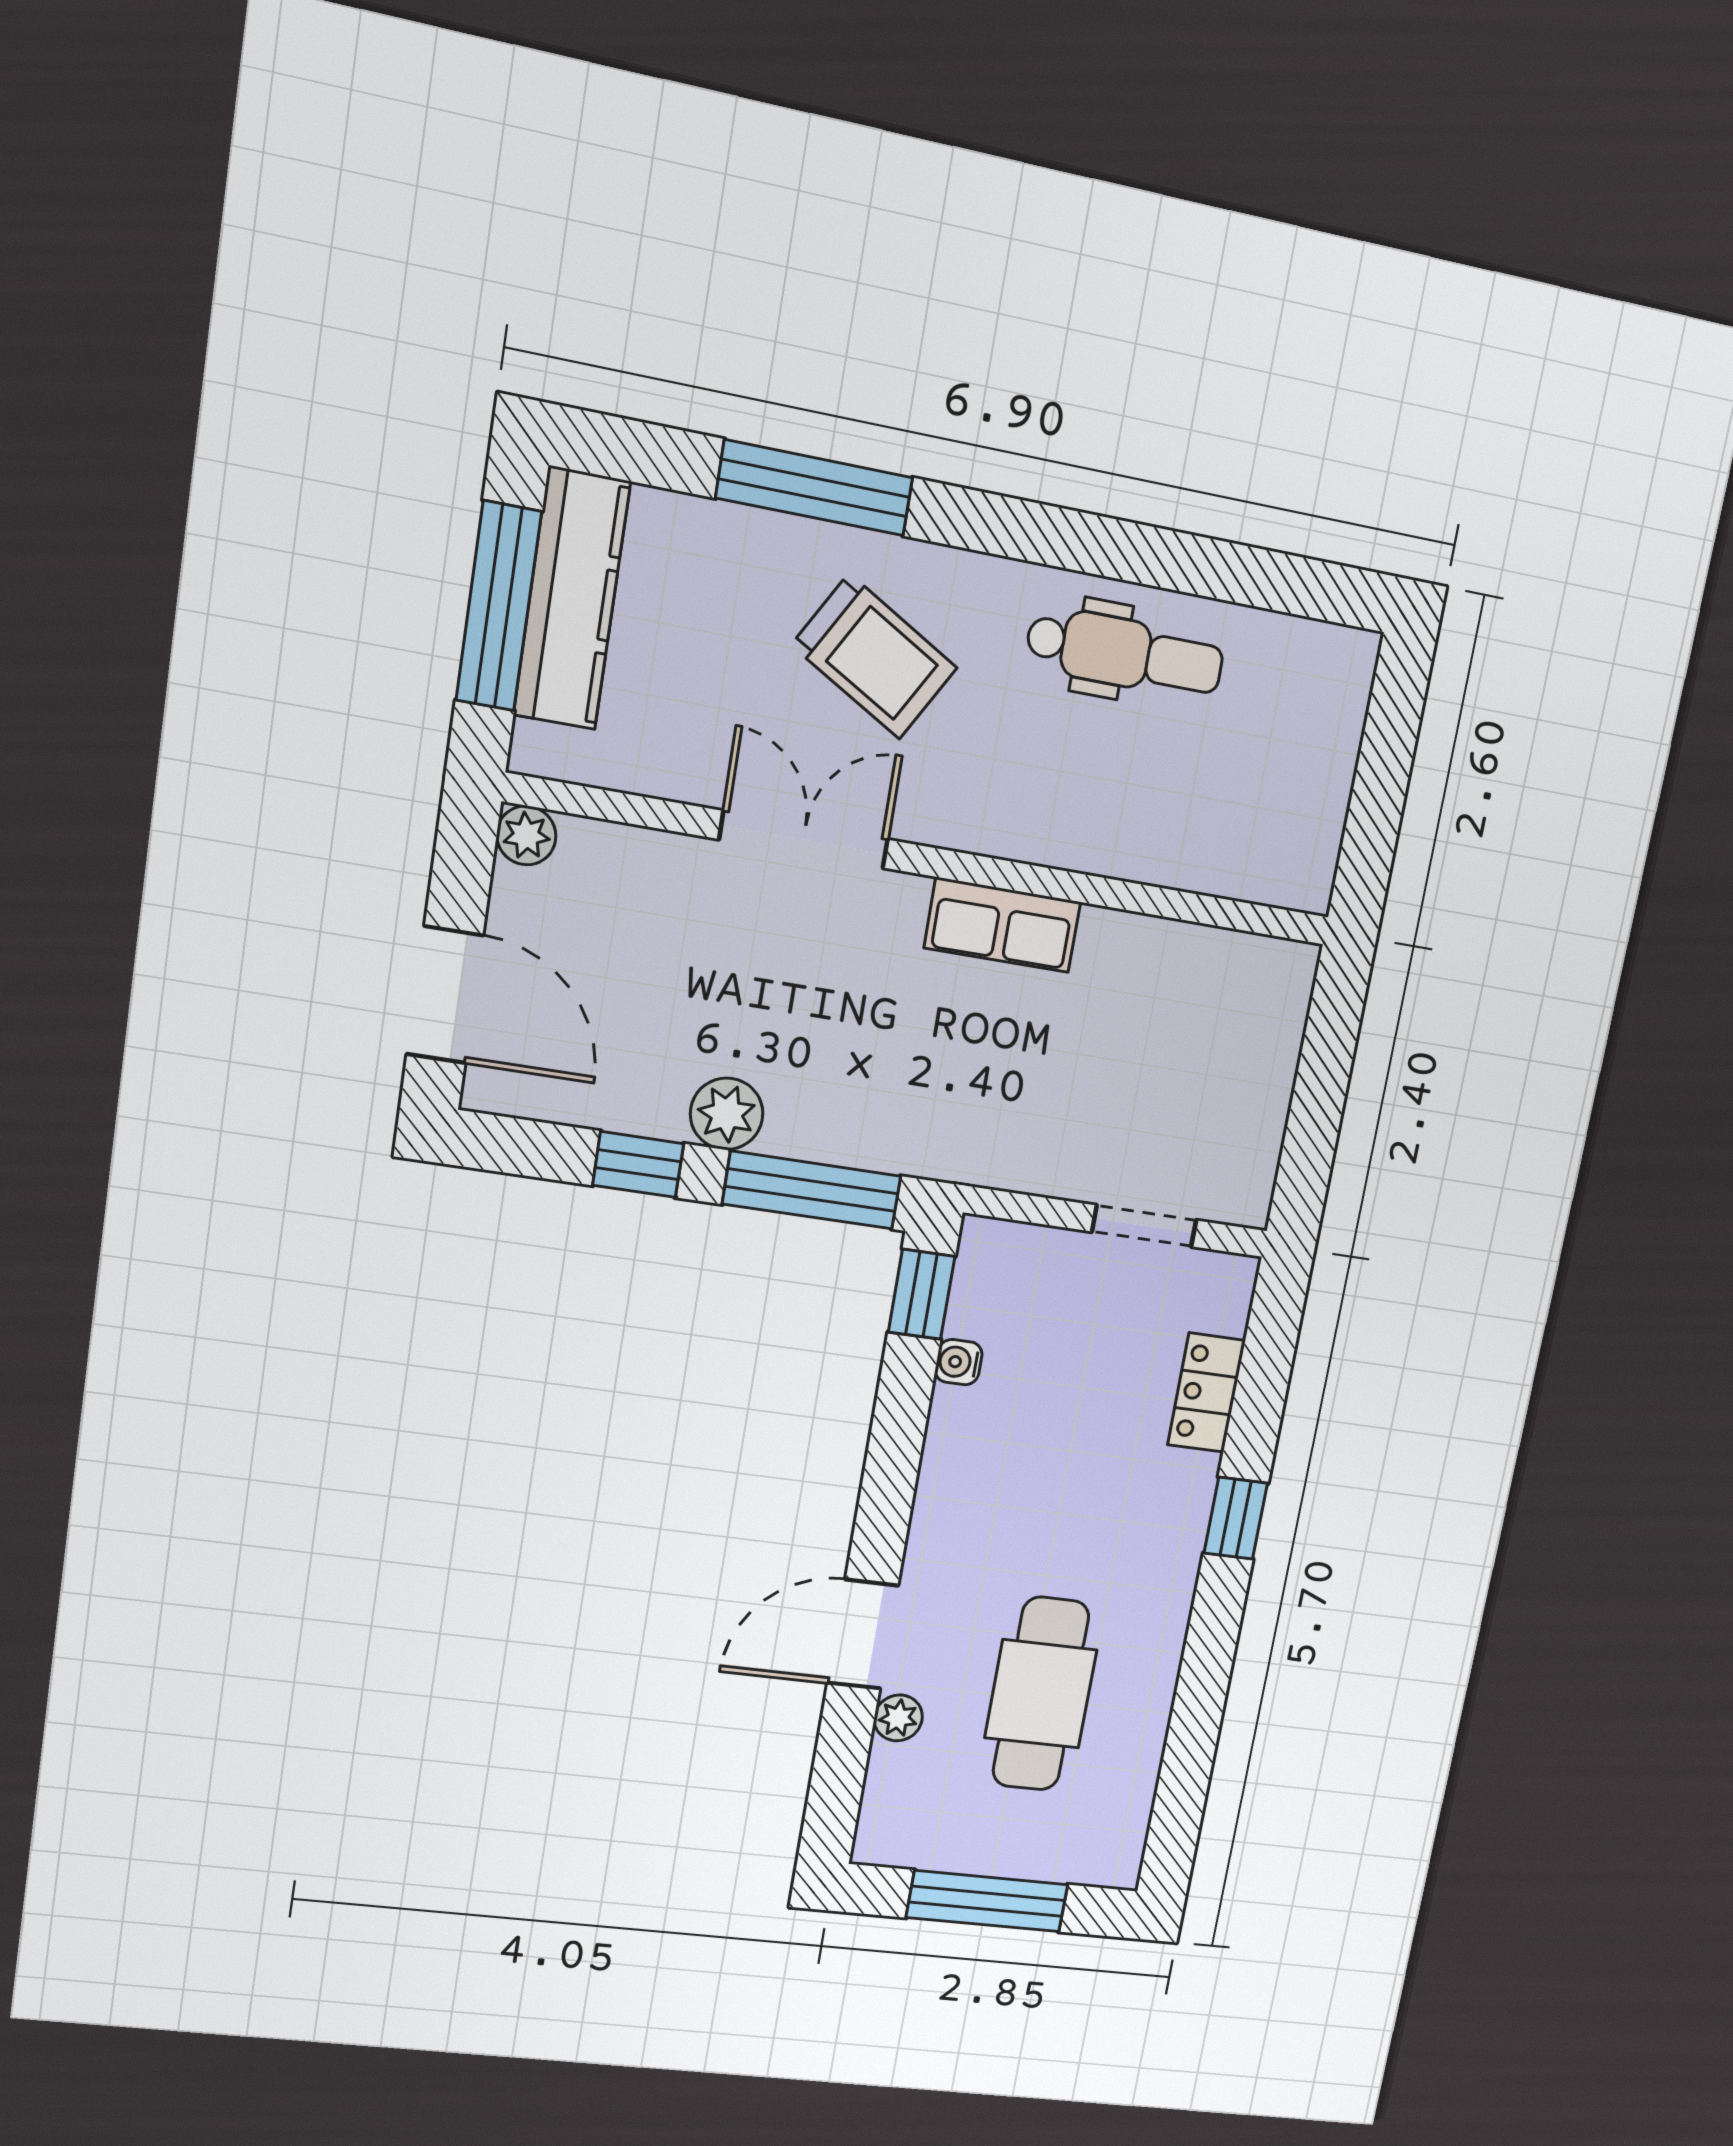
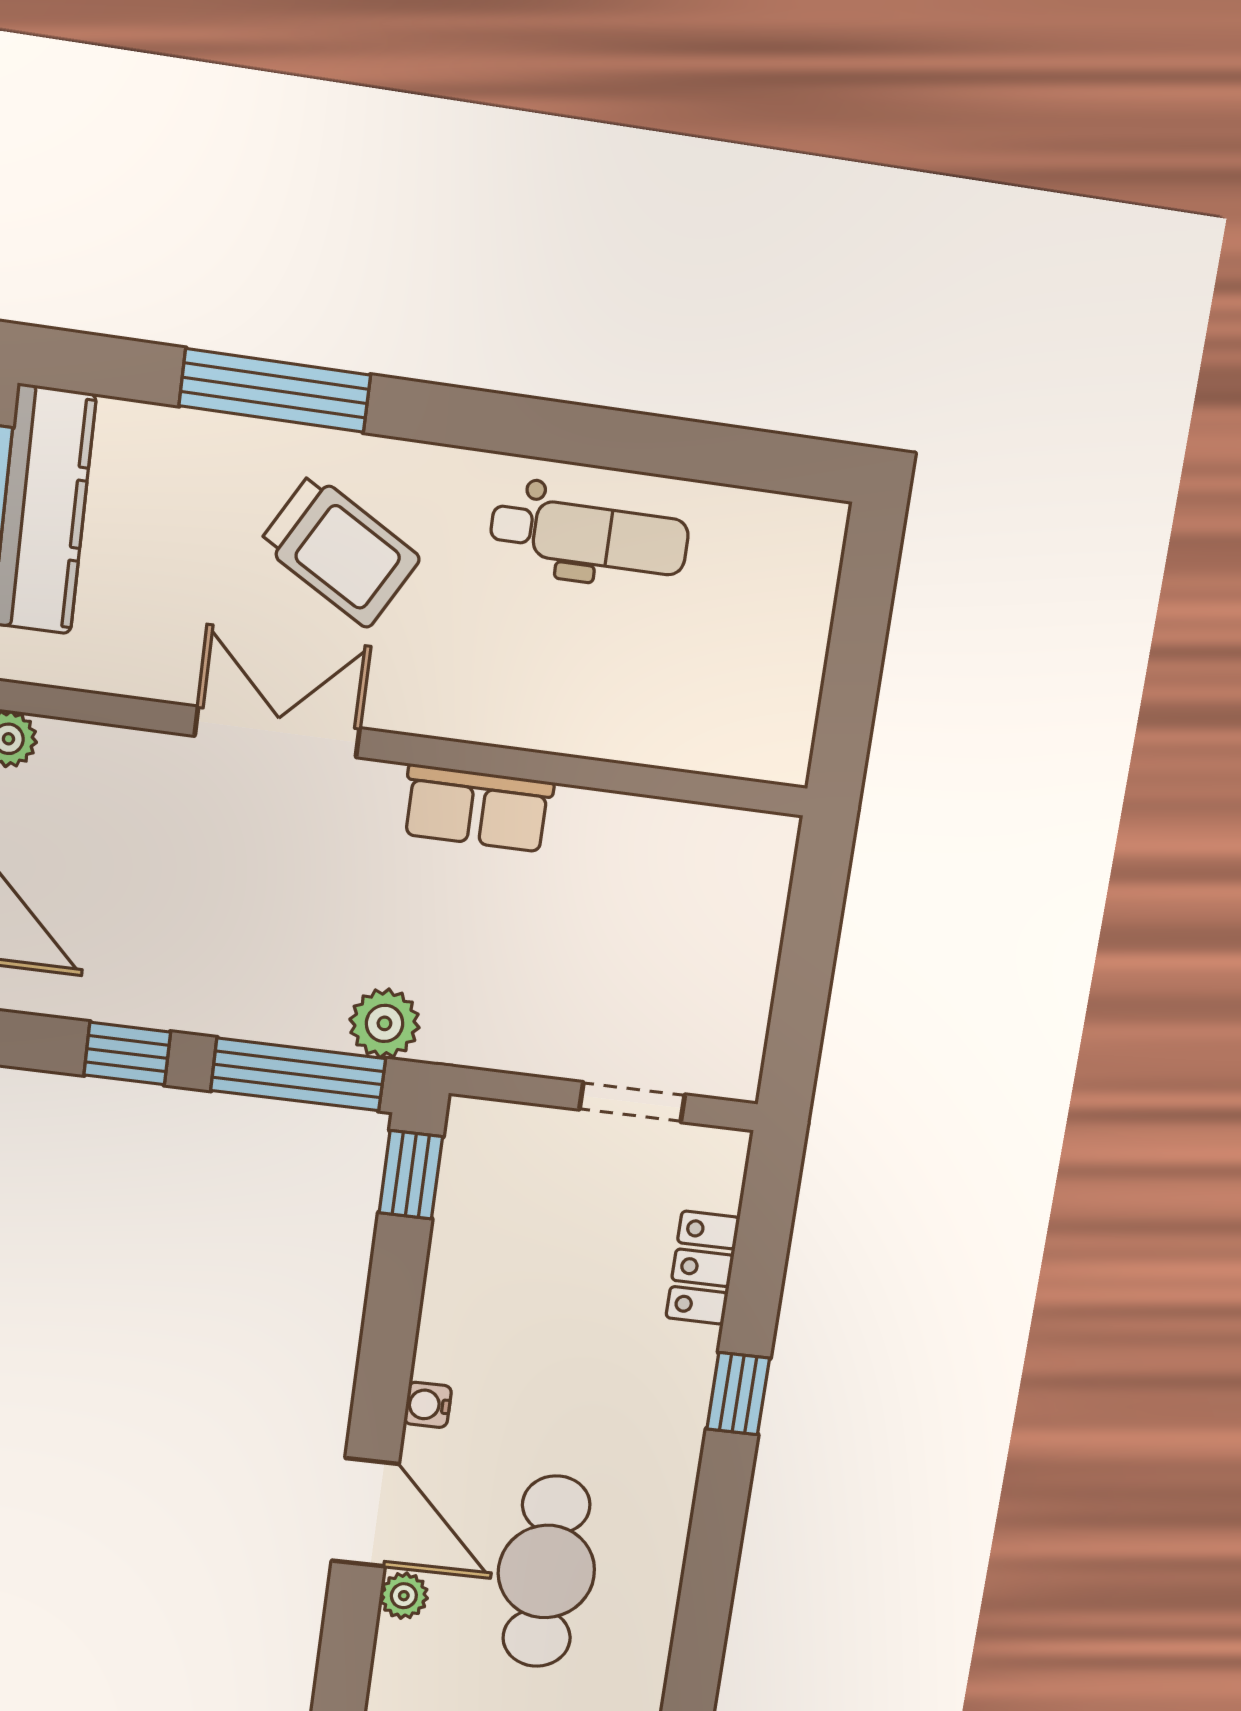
plant: (727, 1114) -> (384, 1023), moved
water cooler: (959, 1362) -> (428, 1405), moved
door: (863, 1634) -> (365, 1512), swing flipped

